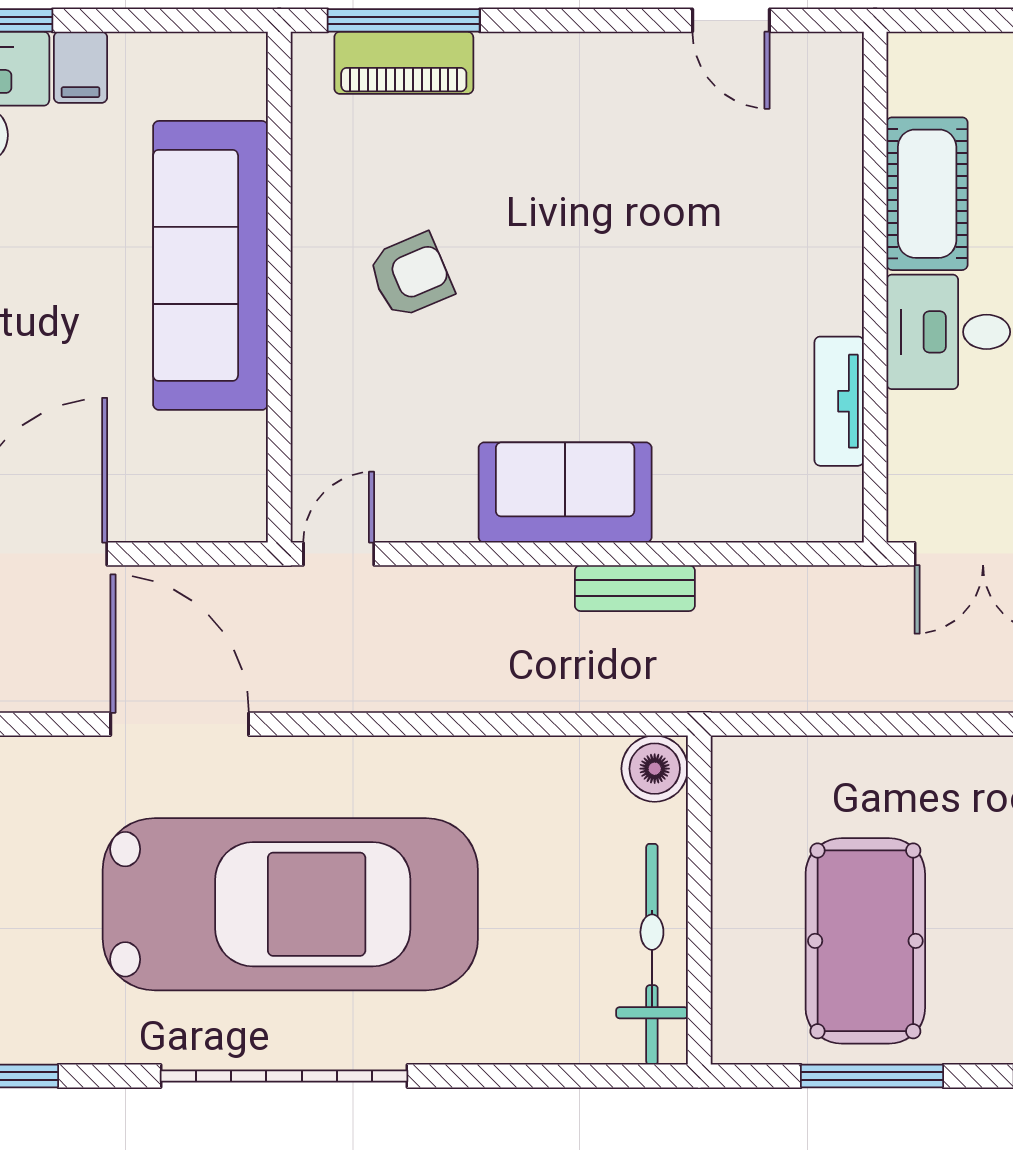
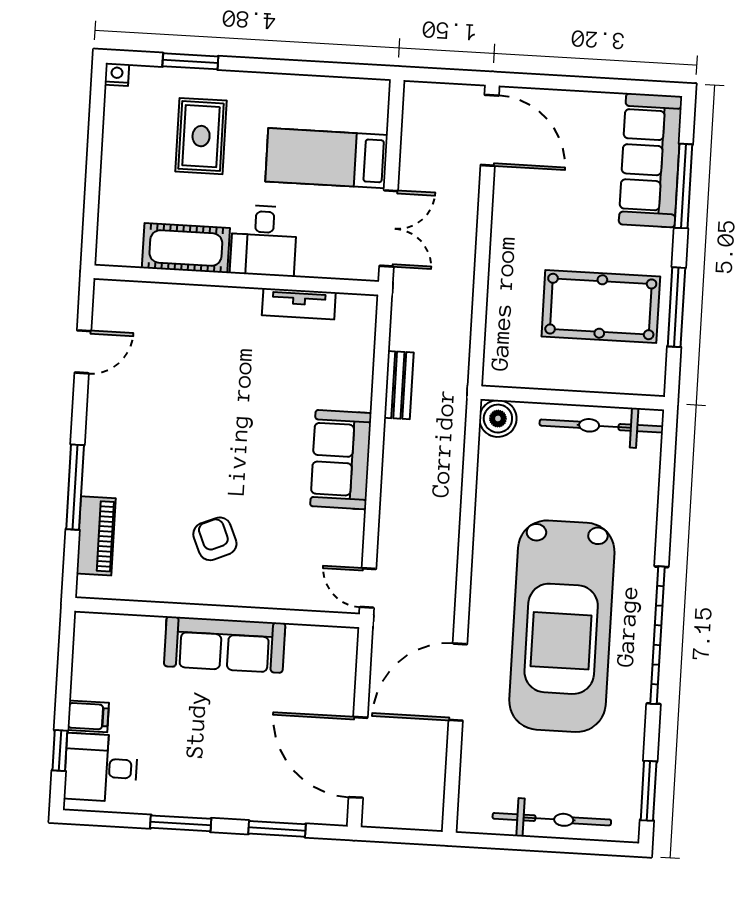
window: (404, 20) -> (75, 487), moved
sofa: (210, 265) -> (225, 645), width x0.74, depth x0.79
bench: (635, 588) -> (399, 385), moved
car: (290, 904) -> (562, 626), turned 180

